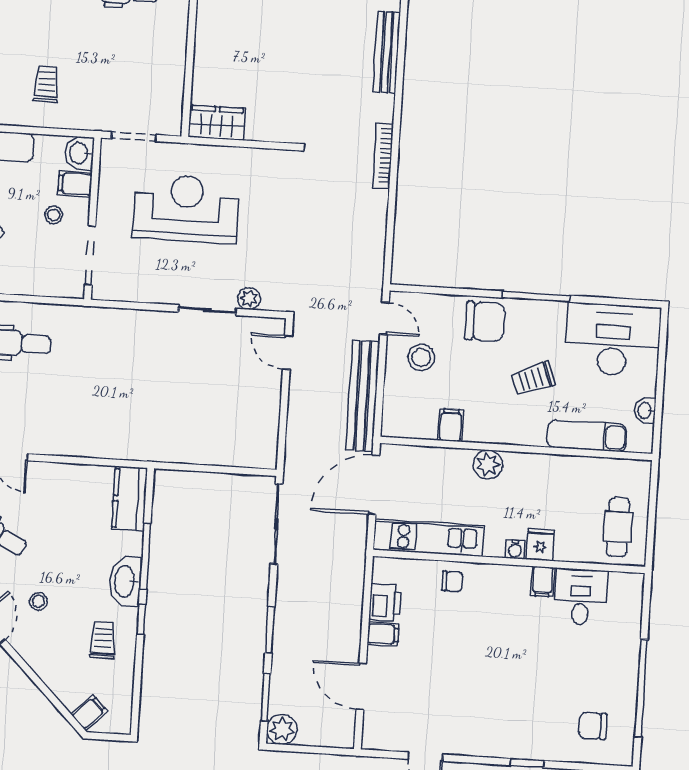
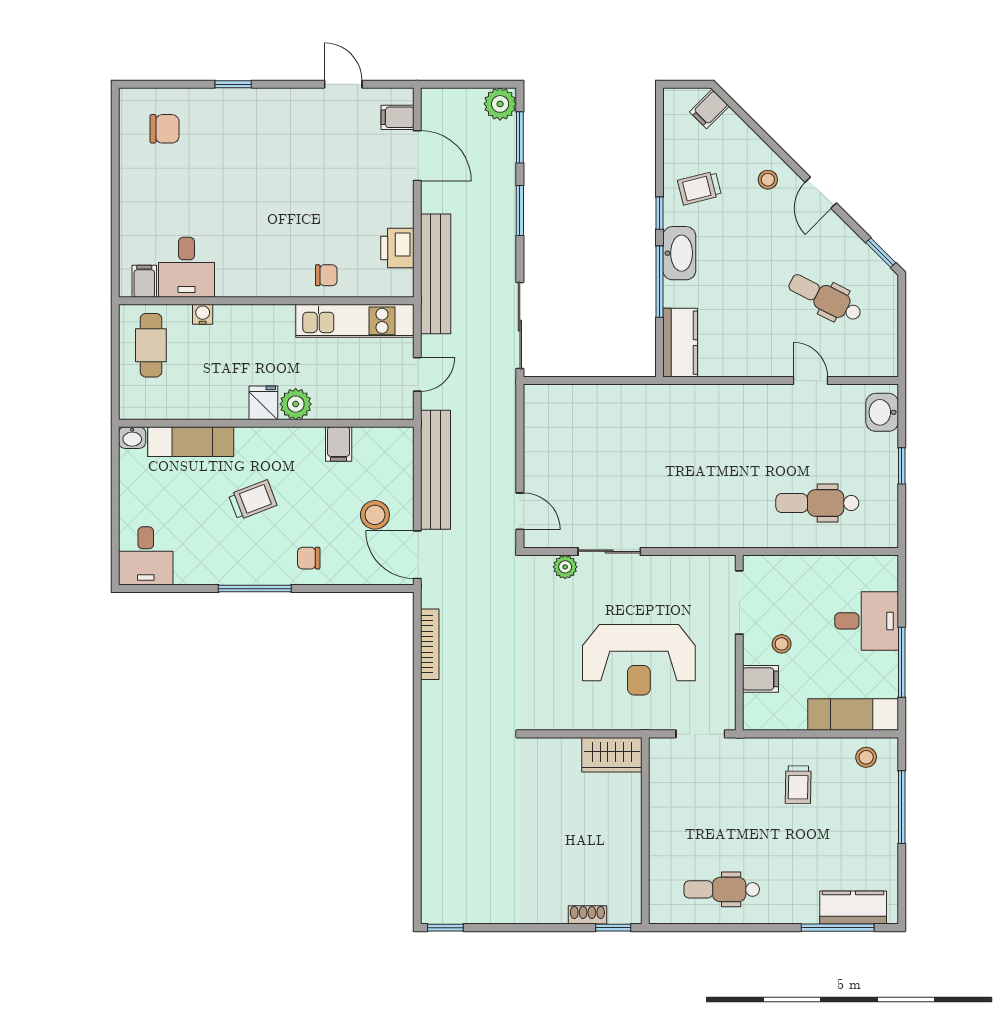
bench: (387, 52) -> (436, 274), moved, width x1.37, depth x1.21
washbasin: (79, 153) -> (758, 712), removed
bookcase: (383, 156) -> (430, 644), moved
door: (384, 318) -> (417, 555), width x1.38
chair: (485, 322) -> (309, 558), width x0.54, depth x0.54
desk: (613, 340) -> (146, 556), width x0.53, depth x0.77
washbasin: (645, 411) -> (132, 438), moved, turned 90
door: (374, 485) -> (417, 374), width x0.53
fridge: (540, 544) -> (263, 403), moved, turned 180
water cooler: (515, 549) -> (203, 314), moved
chair: (452, 581) -> (326, 275), turned 180
filing cabinet: (543, 582) -> (144, 281), moved
stool: (39, 601) -> (768, 180), moved
filing cabinet: (383, 634) -> (397, 117), moved
trolley: (103, 640) -> (699, 188), turned 76
window: (641, 688) -> (115, 173), removed

